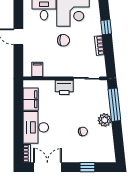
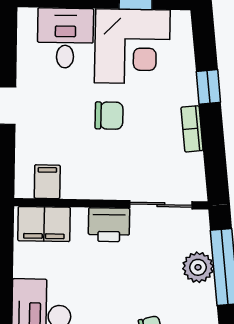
filing cabinet: (31, 99) -> (44, 224), moved, turned 90
plant: (105, 120) -> (198, 267), moved

